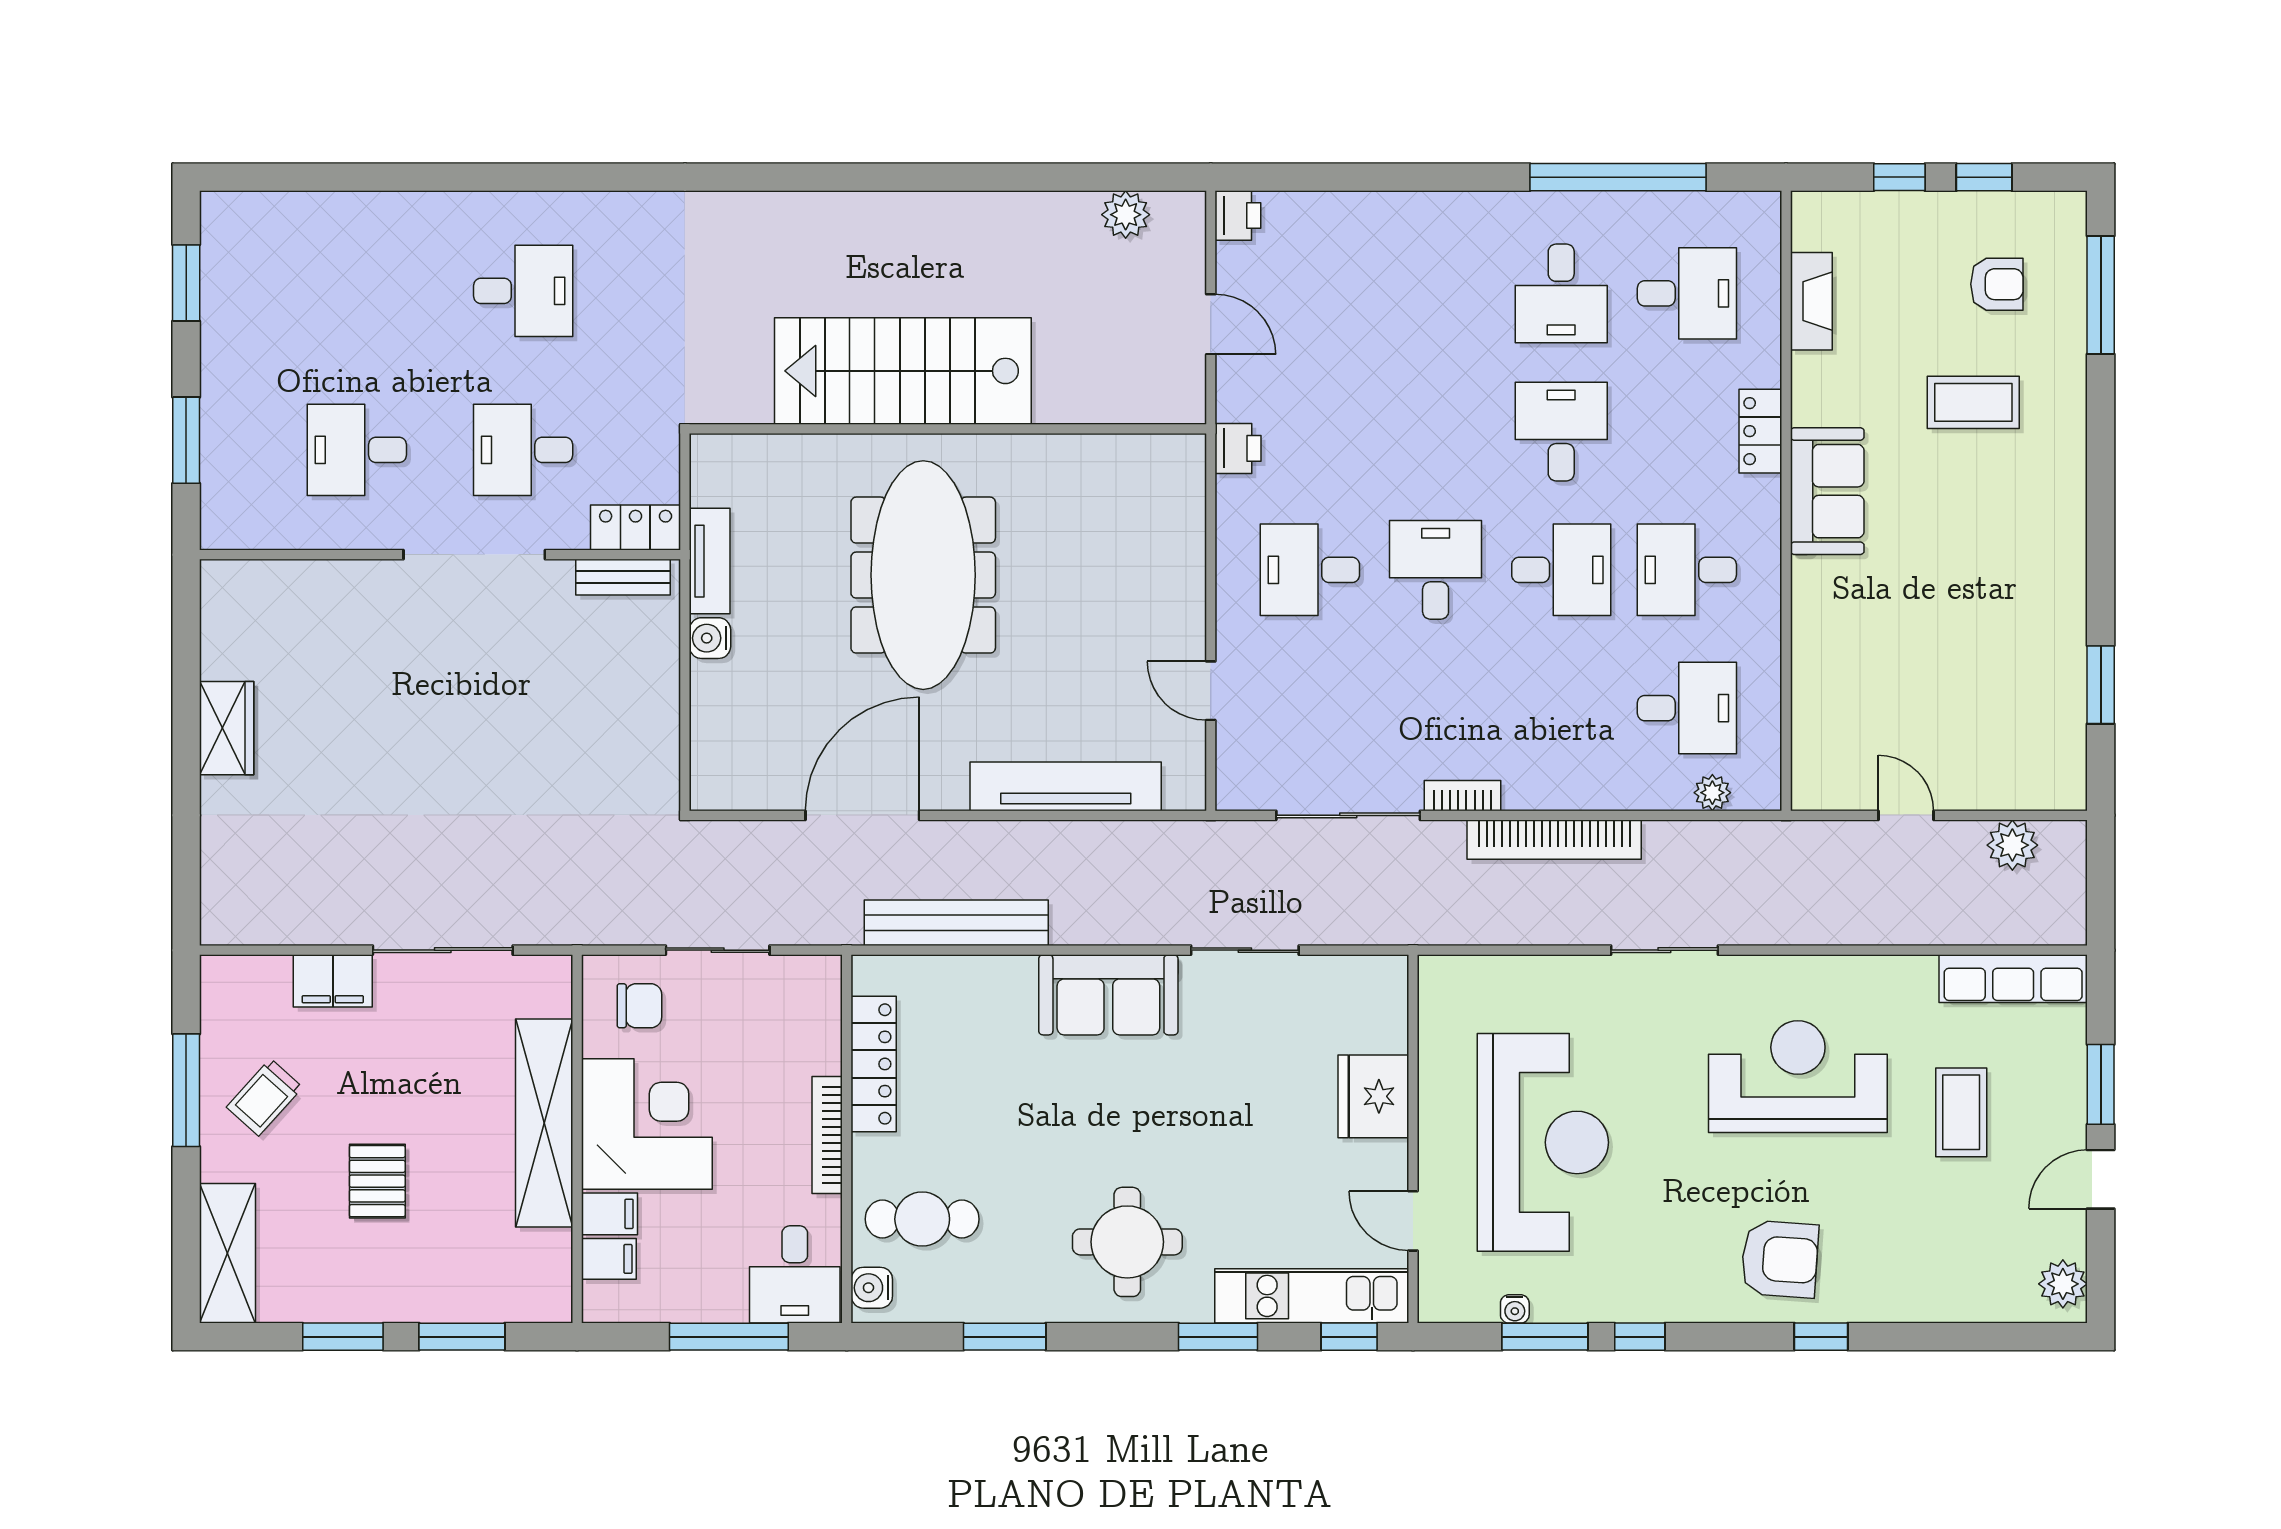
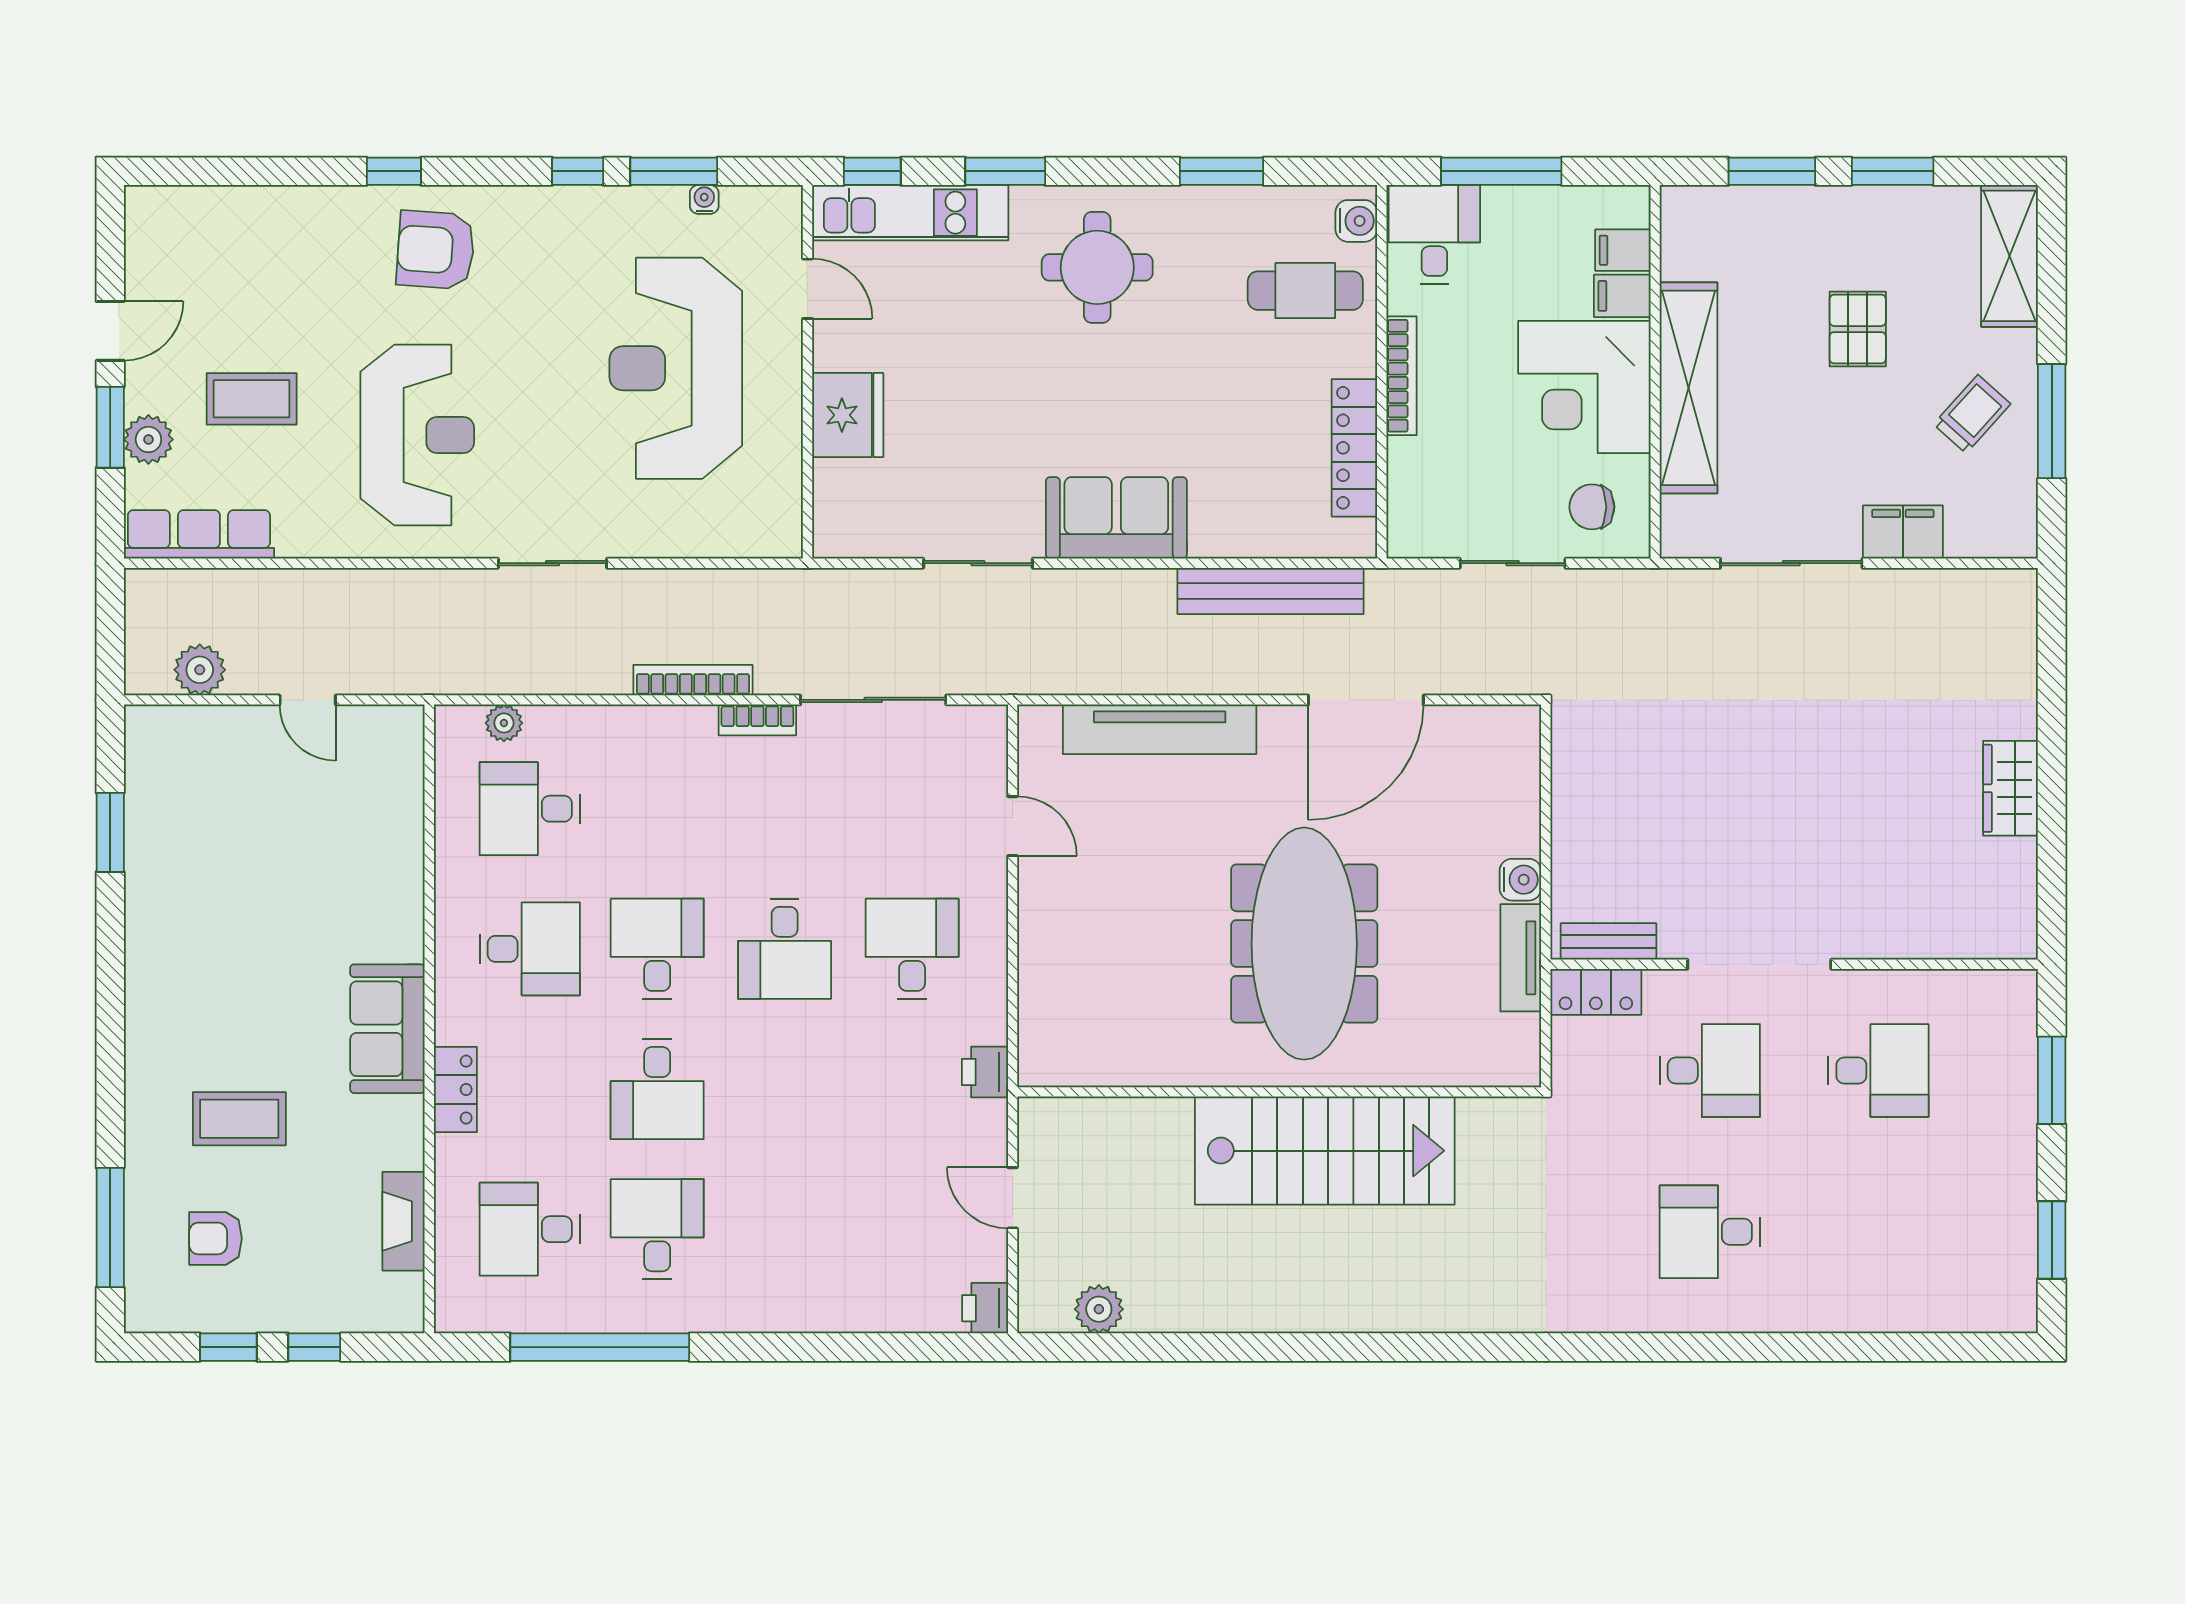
desk: (1310, 570) -> (912, 949), turned -90
desk: (1561, 570) -> (657, 949), turned 90
bookcase: (1554, 840) -> (693, 680), width x0.68, depth x0.76
reception desk: (1798, 1077) -> (417, 435), turned -90
coffee table: (1961, 1112) -> (252, 399), turned 90
plant: (2063, 1284) -> (148, 439), moved

